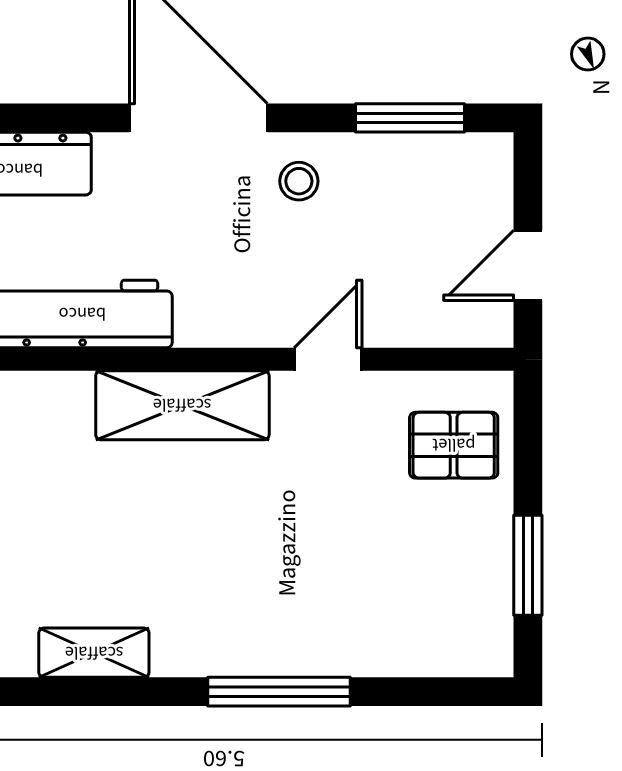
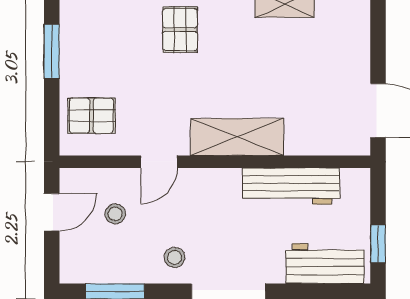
stool: (410, 262) -> (115, 214), added
pallet: (289, 605) -> (180, 30), added

